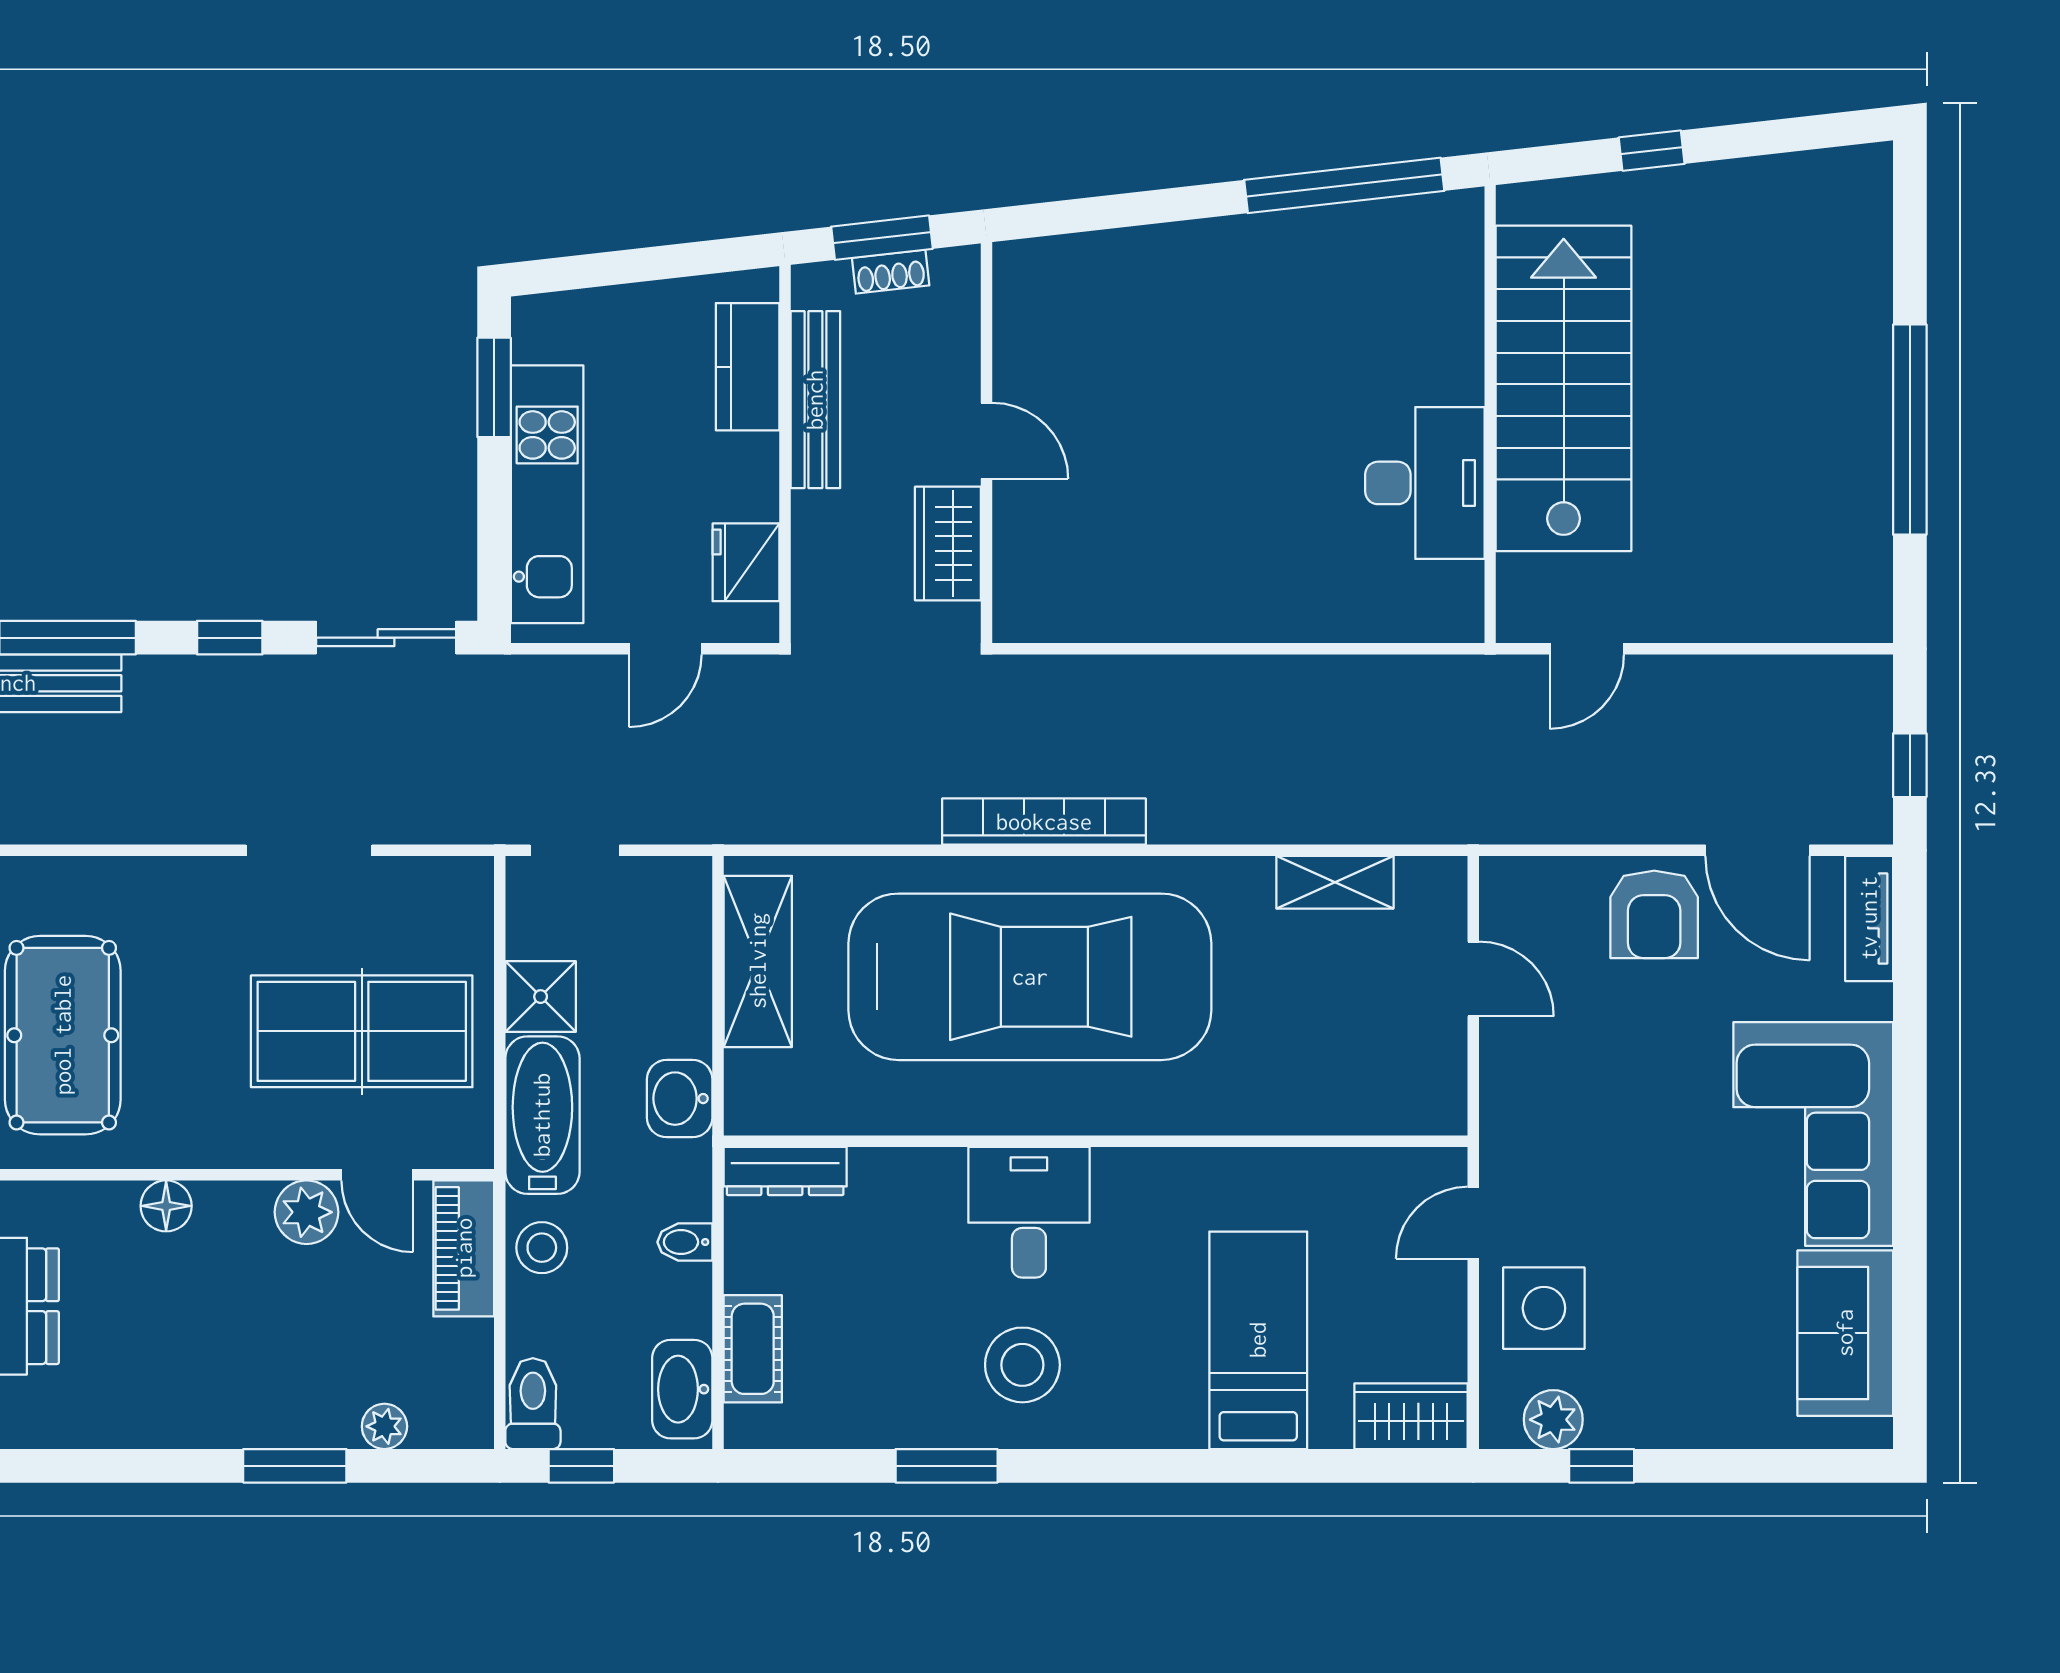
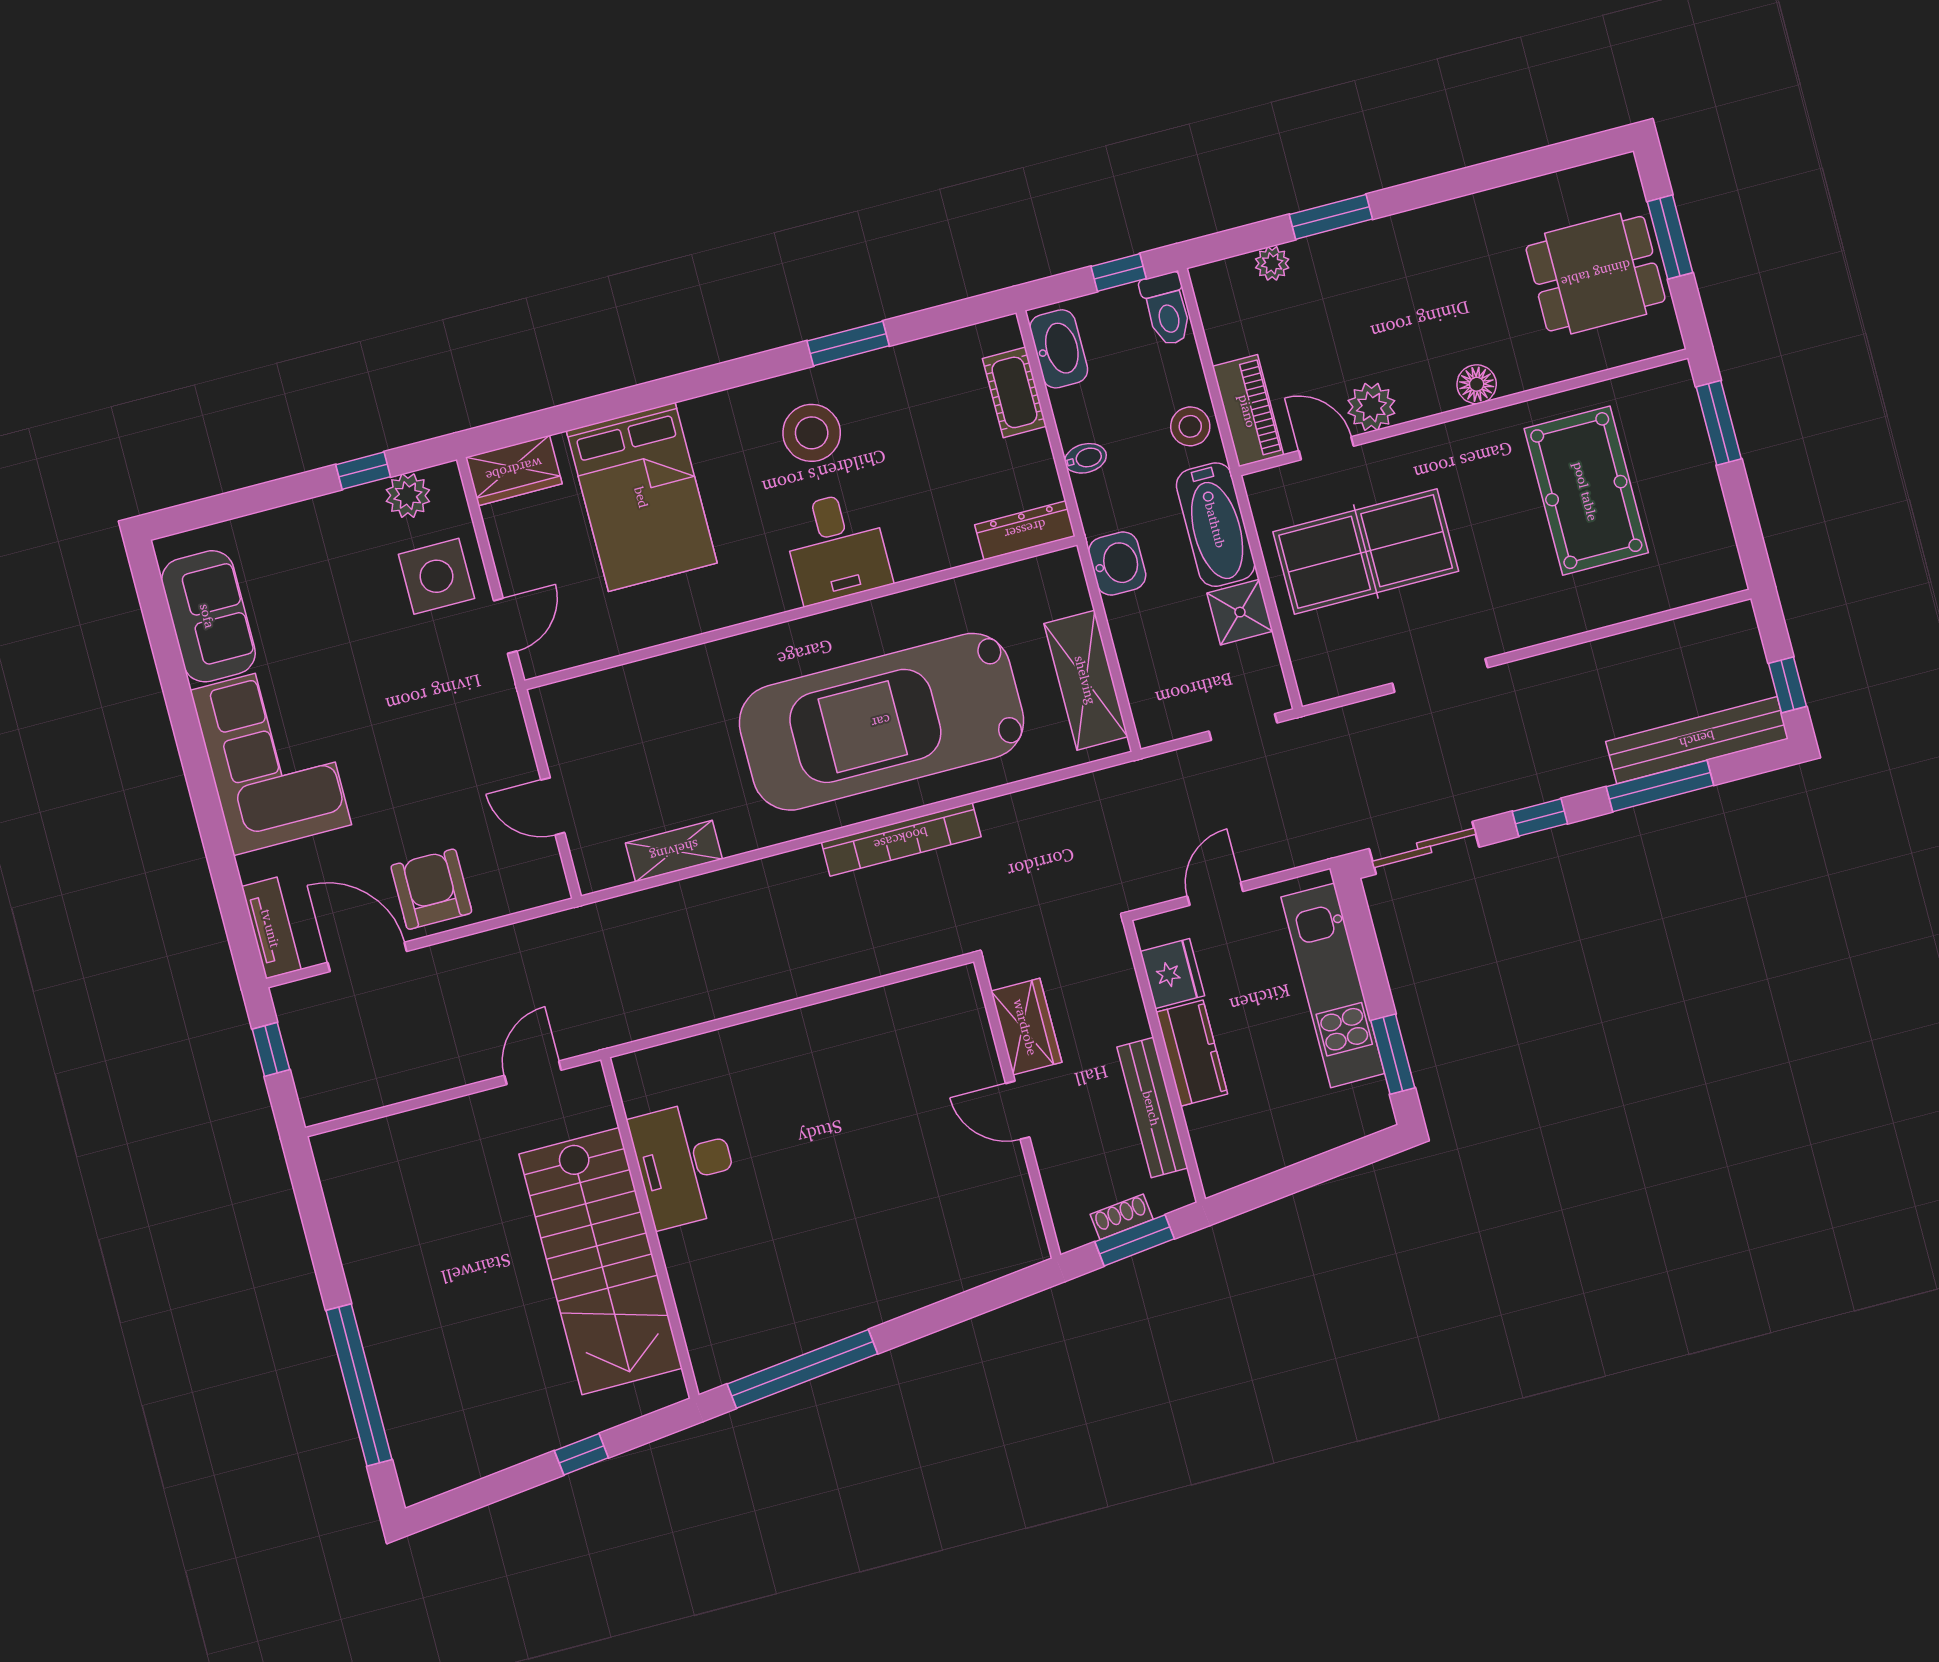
kitchen counter: (748, 367) -> (1192, 1053), moved
window: (1910, 430) -> (359, 1385), moved
bed: (1258, 1340) -> (642, 497), width x1.50

